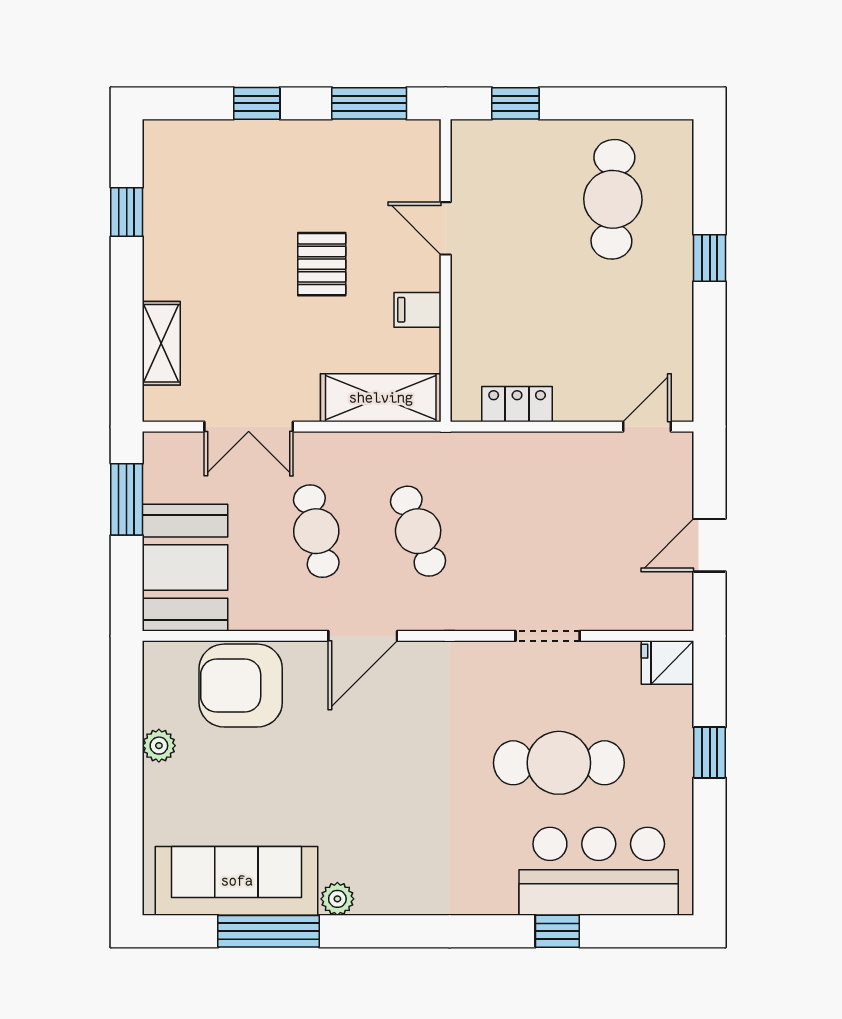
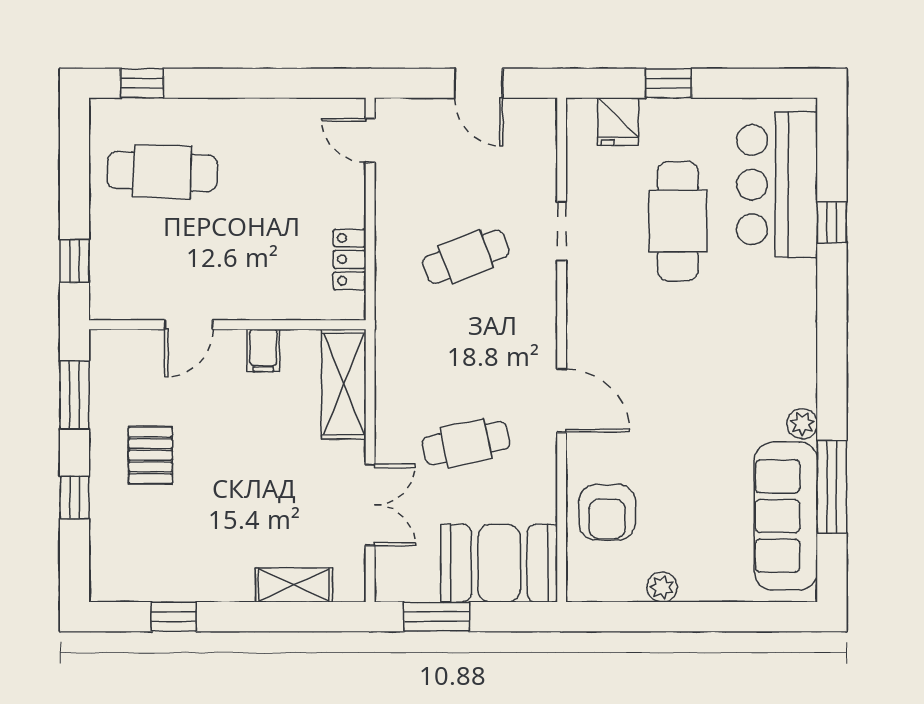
window: (710, 258) -> (142, 83), moved
pallet: (322, 264) -> (150, 455), moved, turned 90
cafe table: (418, 531) -> (466, 257), moved
fridge: (668, 663) -> (618, 122), moved
armchair: (241, 686) -> (607, 512), width x0.73, depth x0.73

